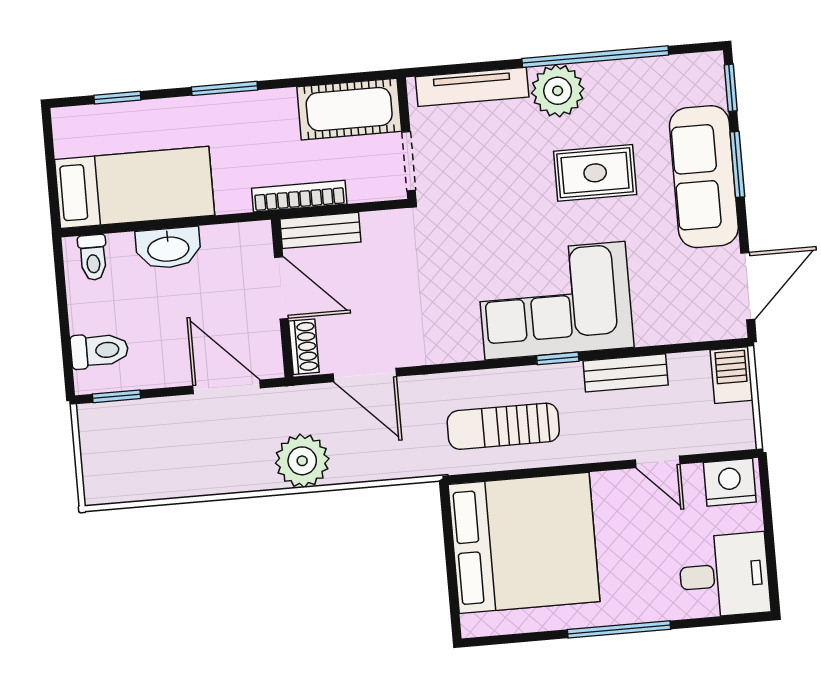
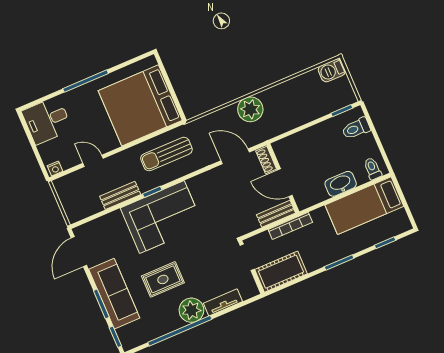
tv unit: (472, 87) -> (223, 302), width x0.71
barbecue: (732, 375) -> (332, 70), moved, turned 90
door: (227, 387) -> (294, 131), removed
sun lounger: (503, 426) -> (166, 154), turned 180
nightstand: (730, 482) -> (55, 169), width x0.53, depth x0.56

